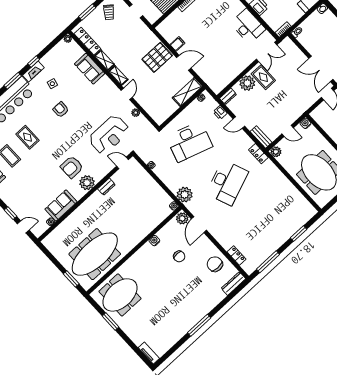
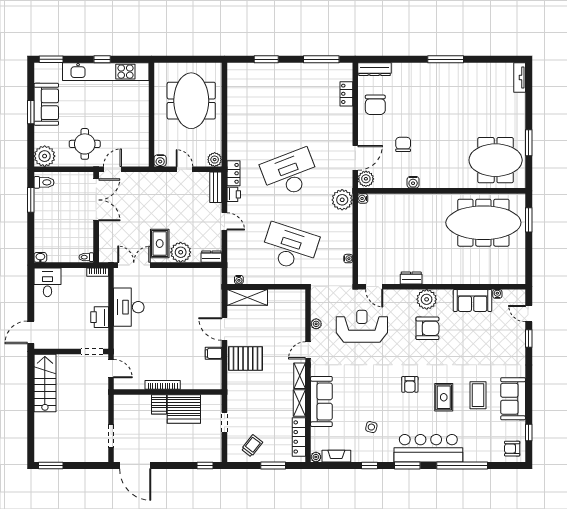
sofa: (90, 69) -> (321, 401), width x1.36
fireplace: (33, 71) -> (336, 456), moved
armchair: (61, 110) -> (410, 384), moved
printer: (220, 113) -> (234, 194), moved

